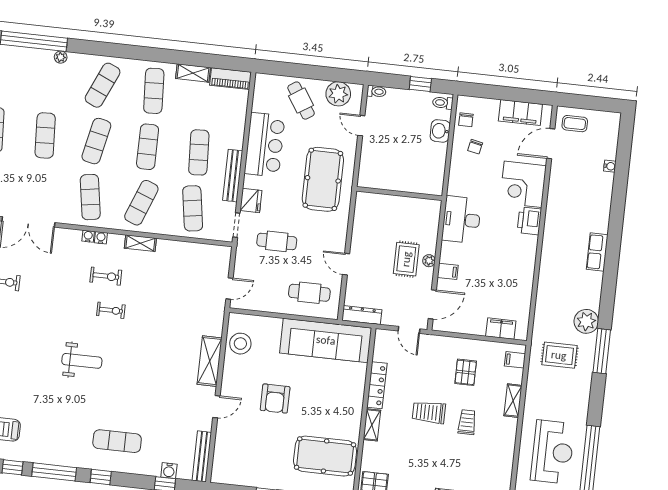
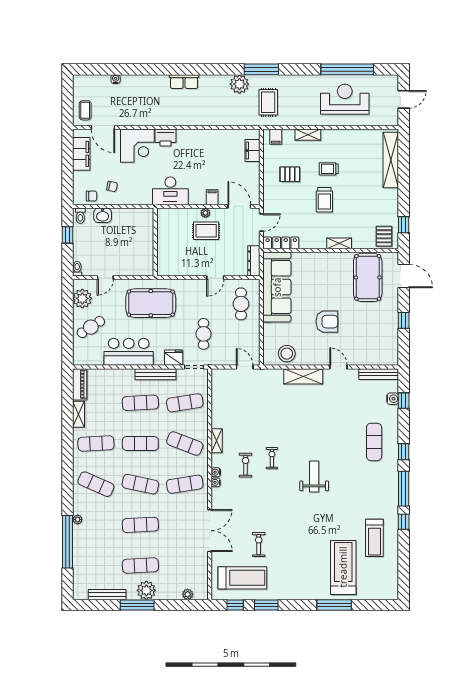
locker: (377, 385) -> (281, 243), moved

